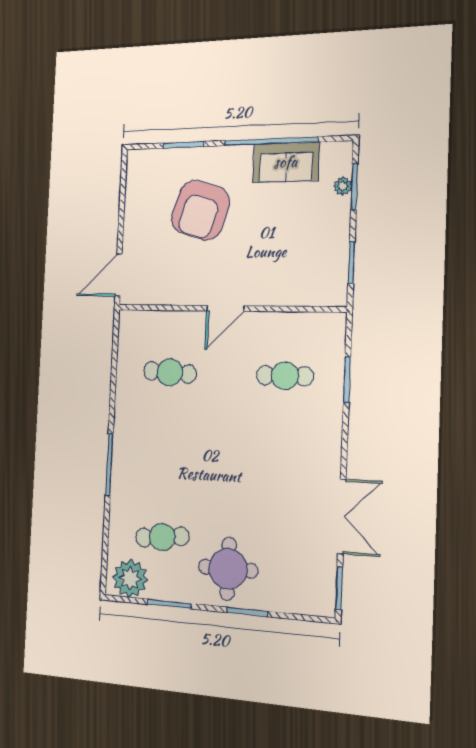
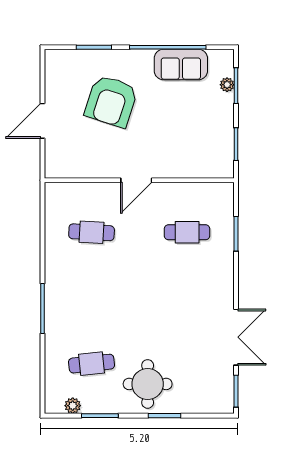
door: (119, 275) -> (42, 121), moved
plant: (130, 578) -> (73, 406), width x0.53, depth x0.53

